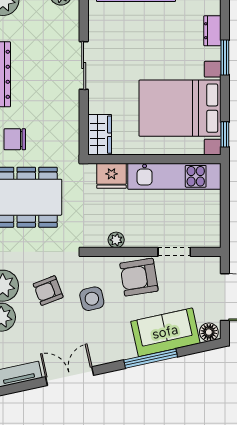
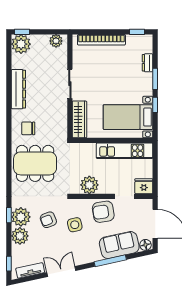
bed with nightstands: (180, 108) -> (128, 117), width x0.73
window: (225, 134) -> (155, 105), moved
wardrobe: (100, 135) -> (79, 119), width x1.50
fridge: (111, 176) -> (144, 186), moved, turned 180
plant: (116, 240) -> (89, 185), width x1.87, depth x1.87

